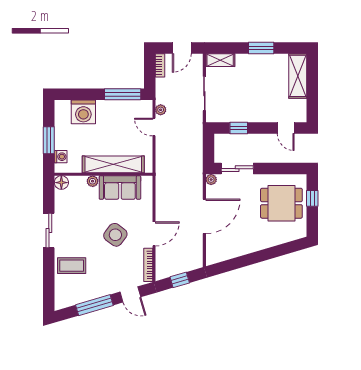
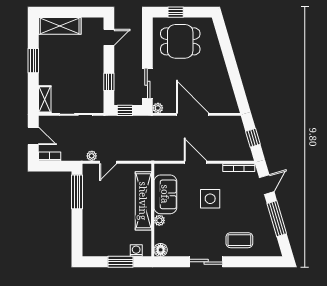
washing machine: (83, 112) -> (94, 229), removed
window: (209, 145) -> (125, 110), added
dining table: (281, 203) -> (180, 41), turned 90
door: (154, 234) -> (196, 162), moved
side table: (115, 235) -> (210, 199), turned -37
coffee table: (72, 266) -> (239, 240), turned 90

